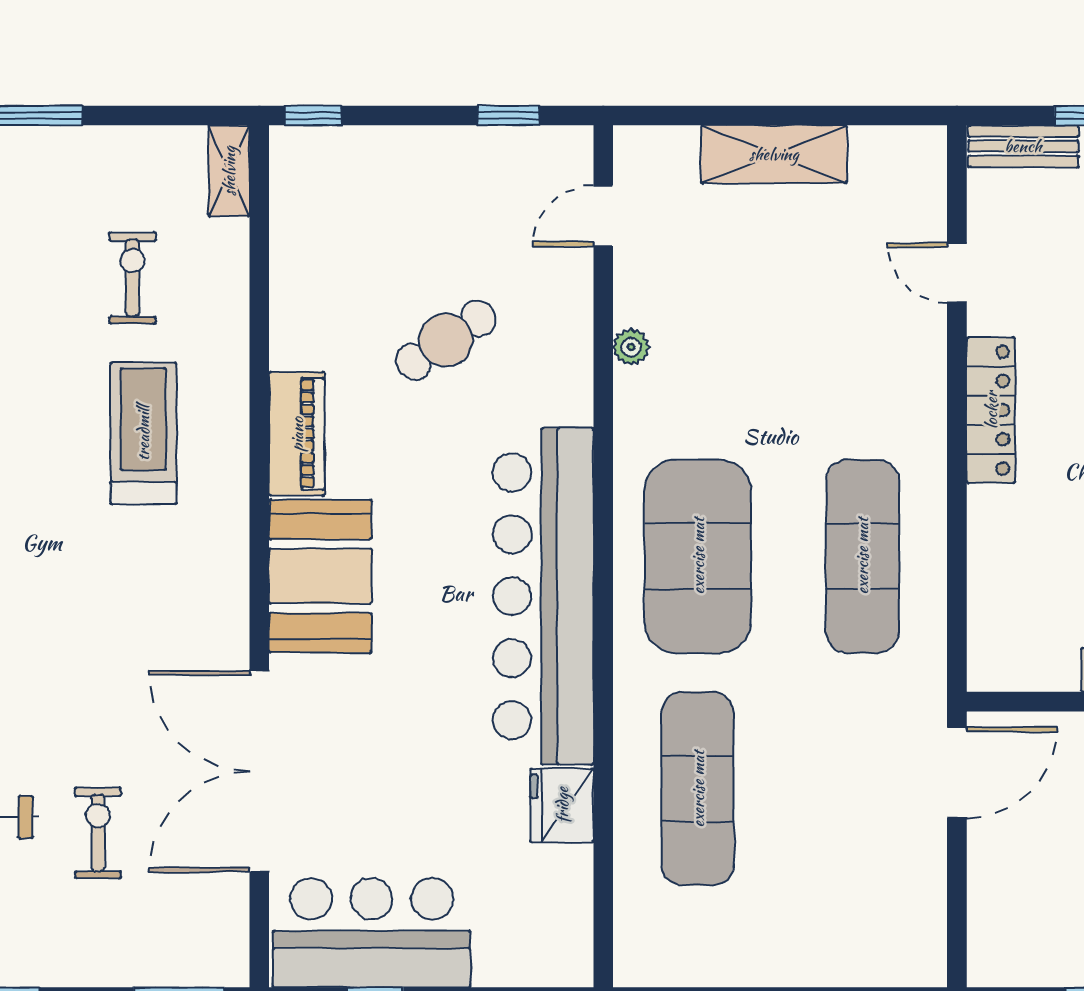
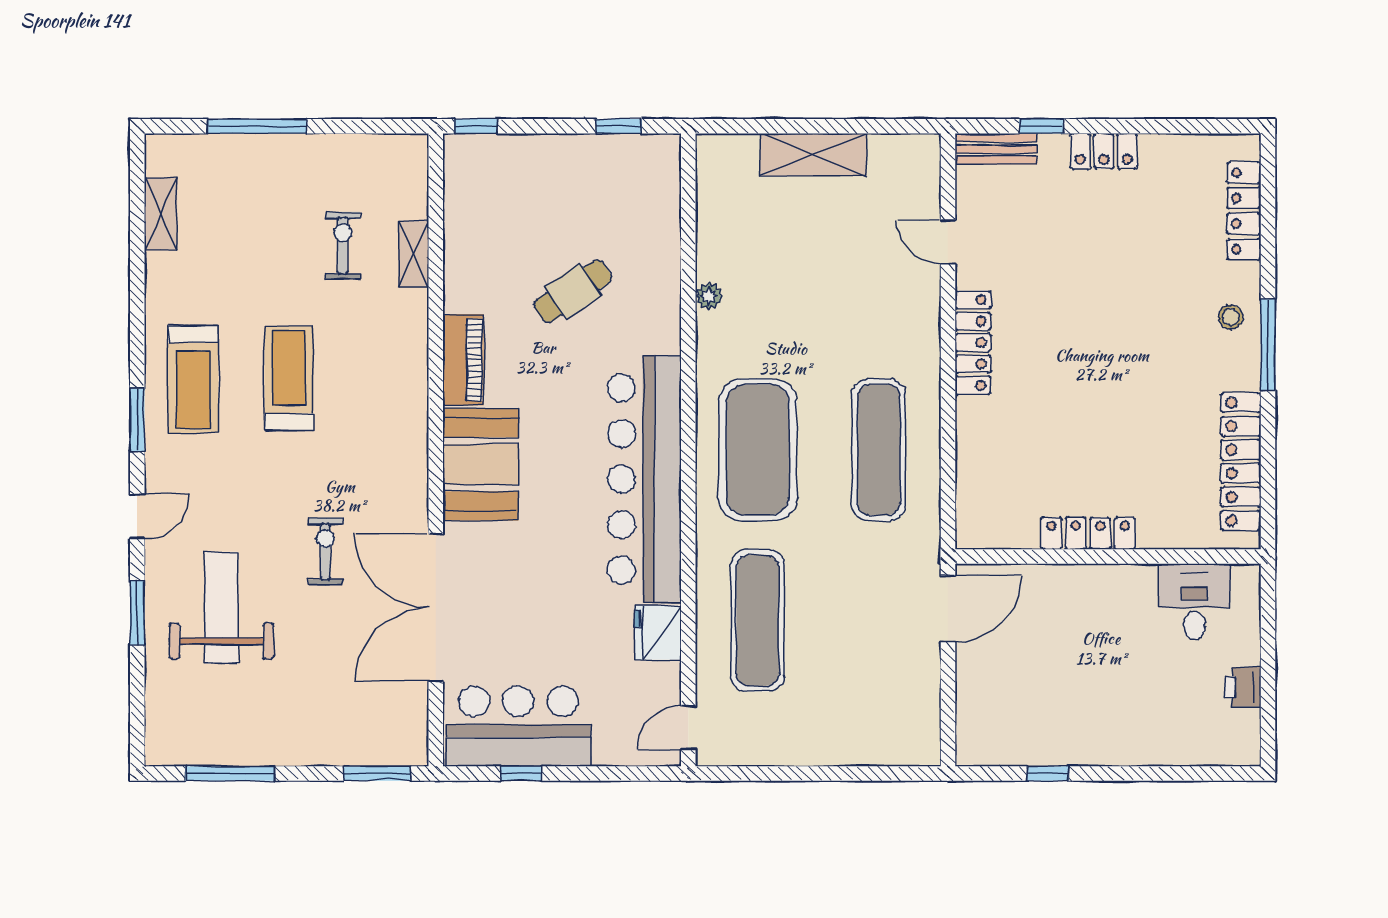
shelving: (229, 171) -> (414, 254), moved
door: (603, 216) -> (688, 728), moved
treadmill: (143, 433) -> (289, 378), moved
exercise bike: (98, 833) -> (325, 551), moved

